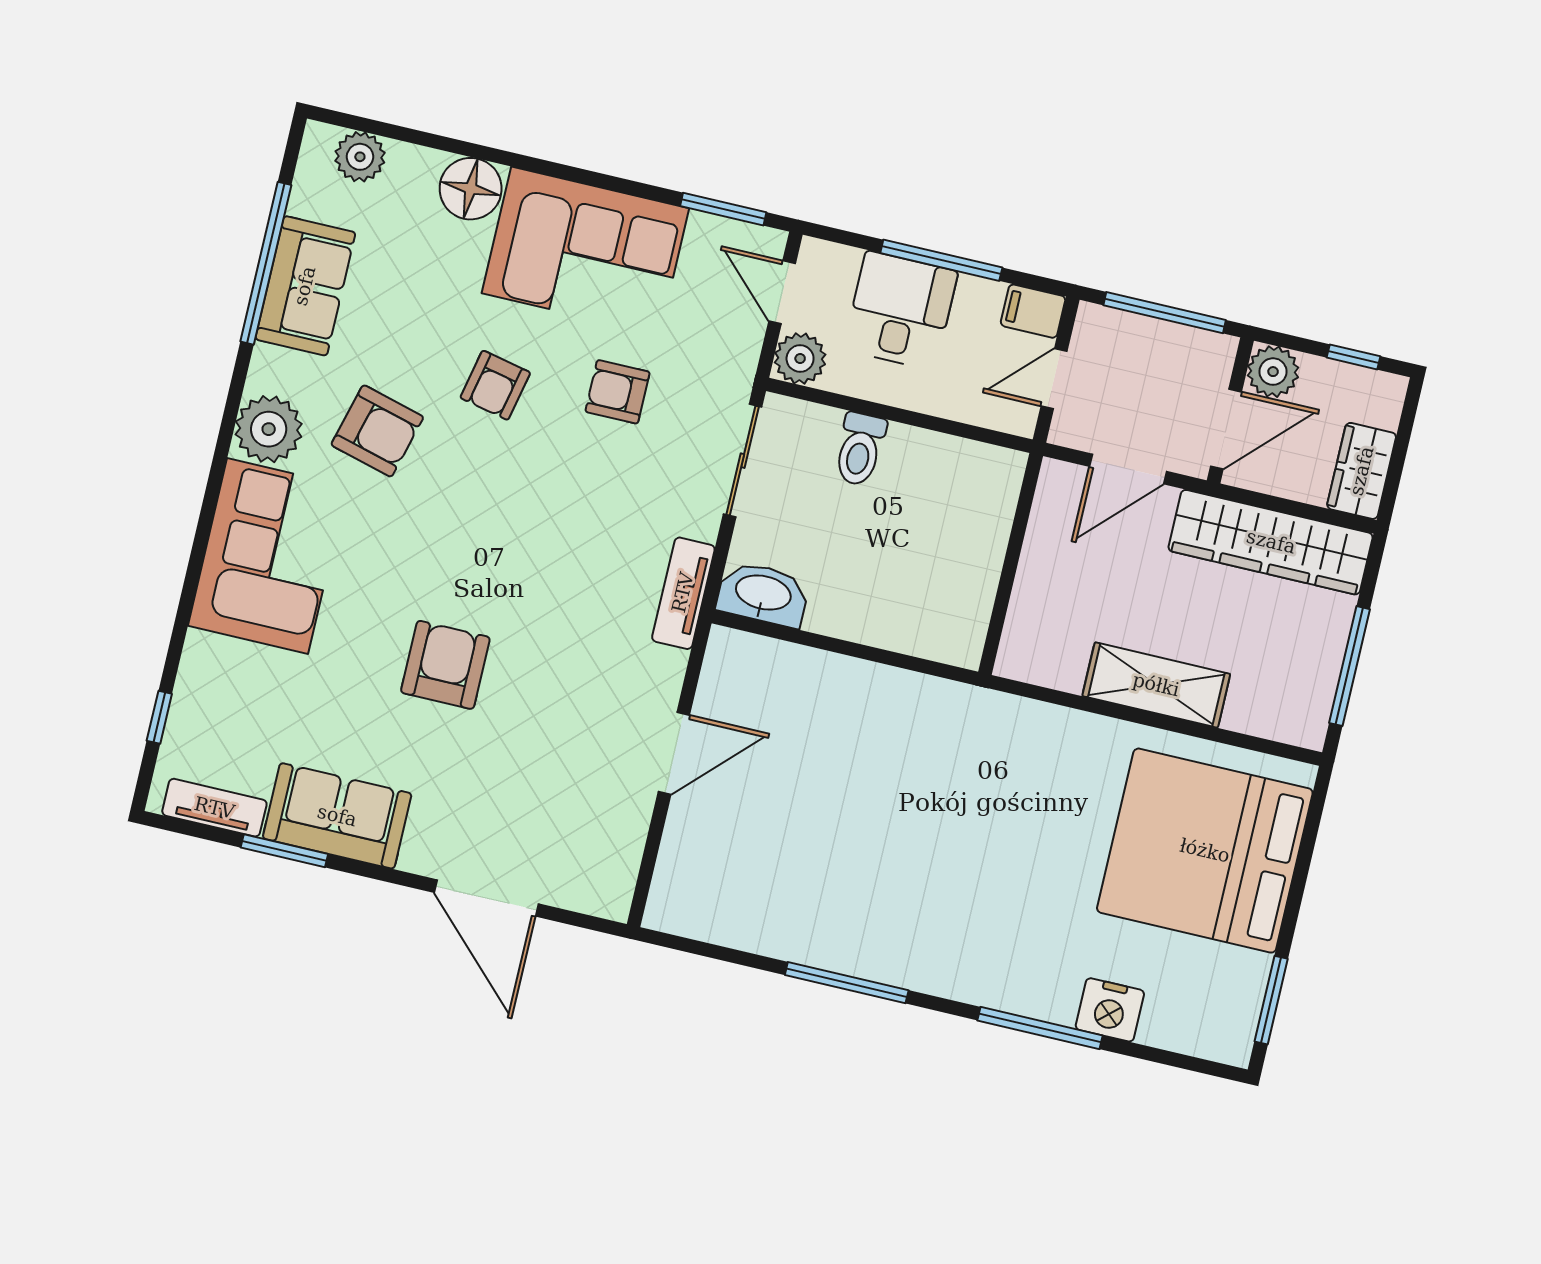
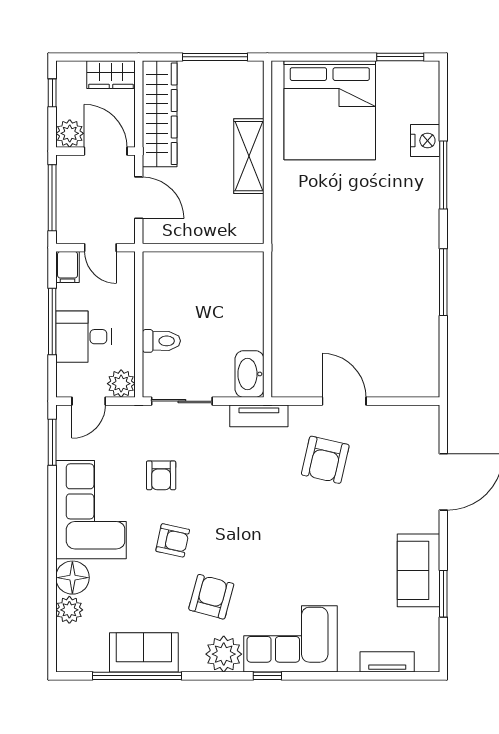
plant: (360, 157) -> (69, 610), moved
armchair: (445, 665) -> (325, 460), moved, turned -77
window: (159, 717) -> (267, 676), moved
tv unit: (214, 808) -> (387, 662), moved, turned 90

